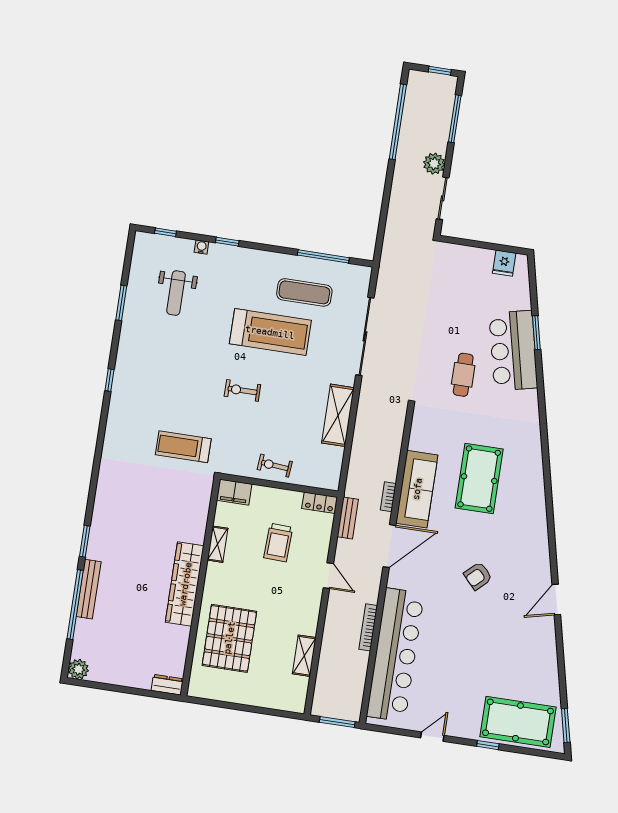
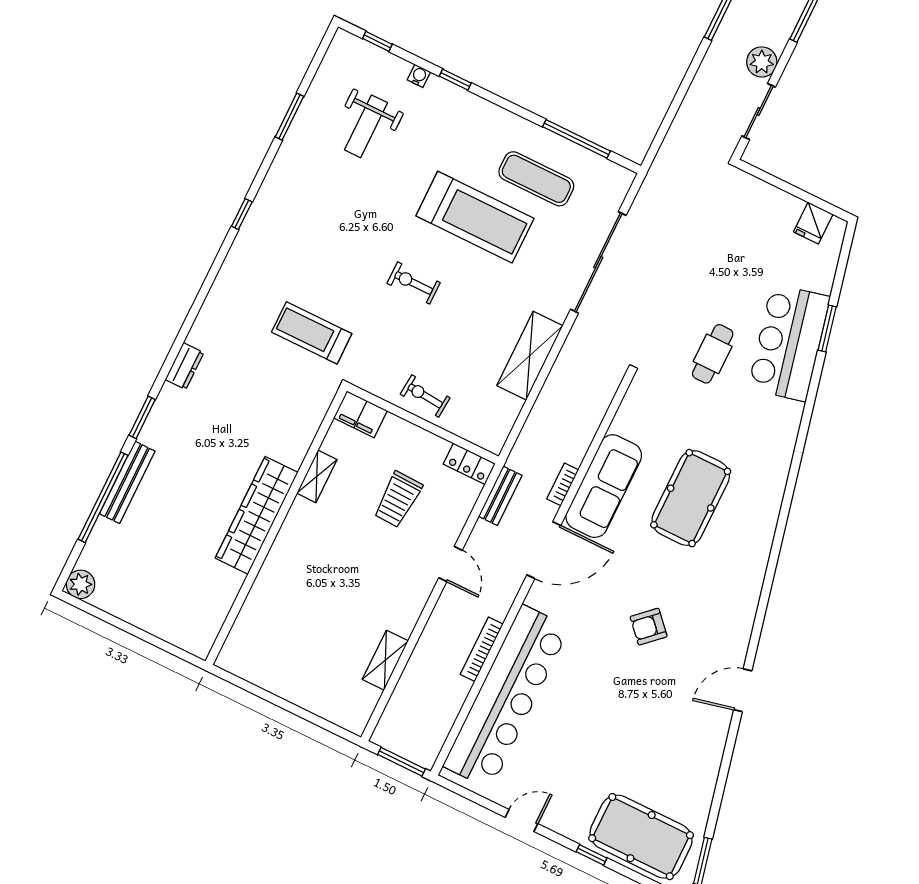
pallet: (229, 638) -> (293, 606), removed
dresser: (167, 685) -> (185, 366), moved, turned 90

